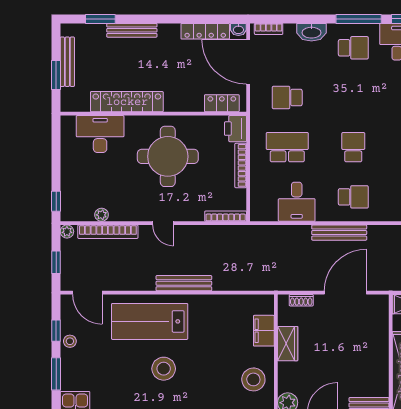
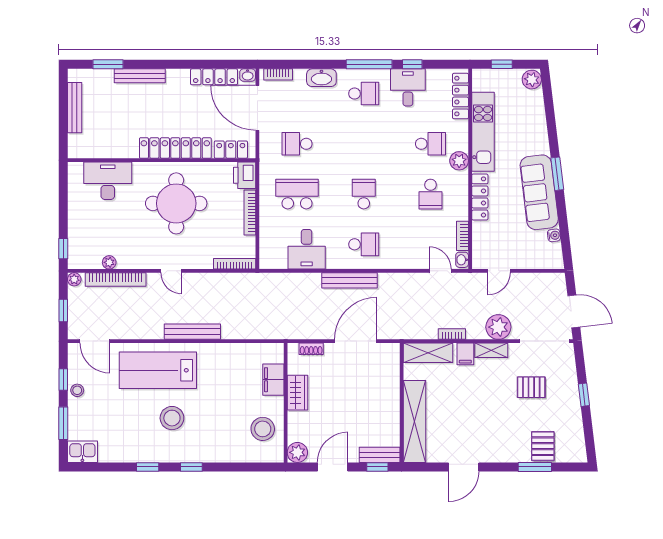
window: (56, 75) -> (63, 121), removed
locker: (127, 102) -> (175, 148), moved

